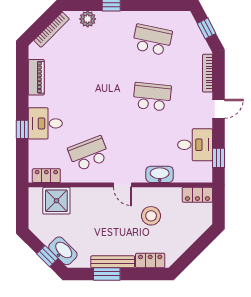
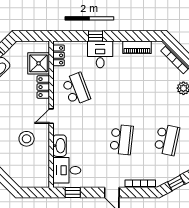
desk: (195, 145) -> (67, 170), moved, turned 90
locker: (197, 195) -> (43, 87), moved

